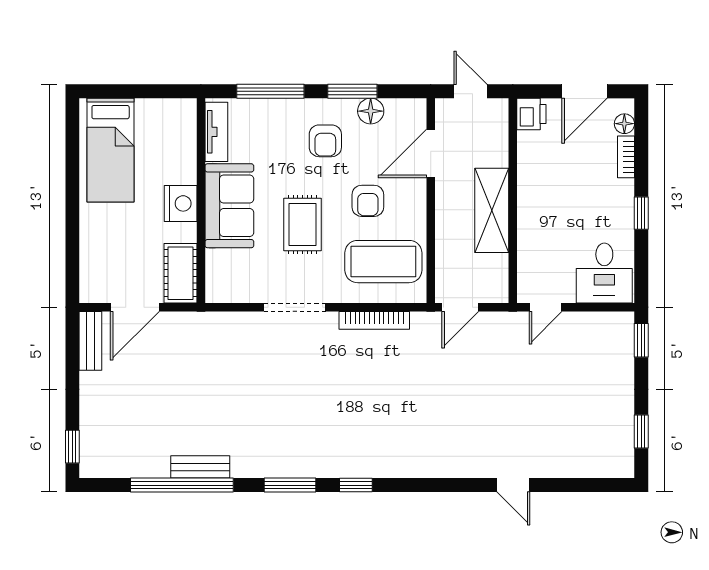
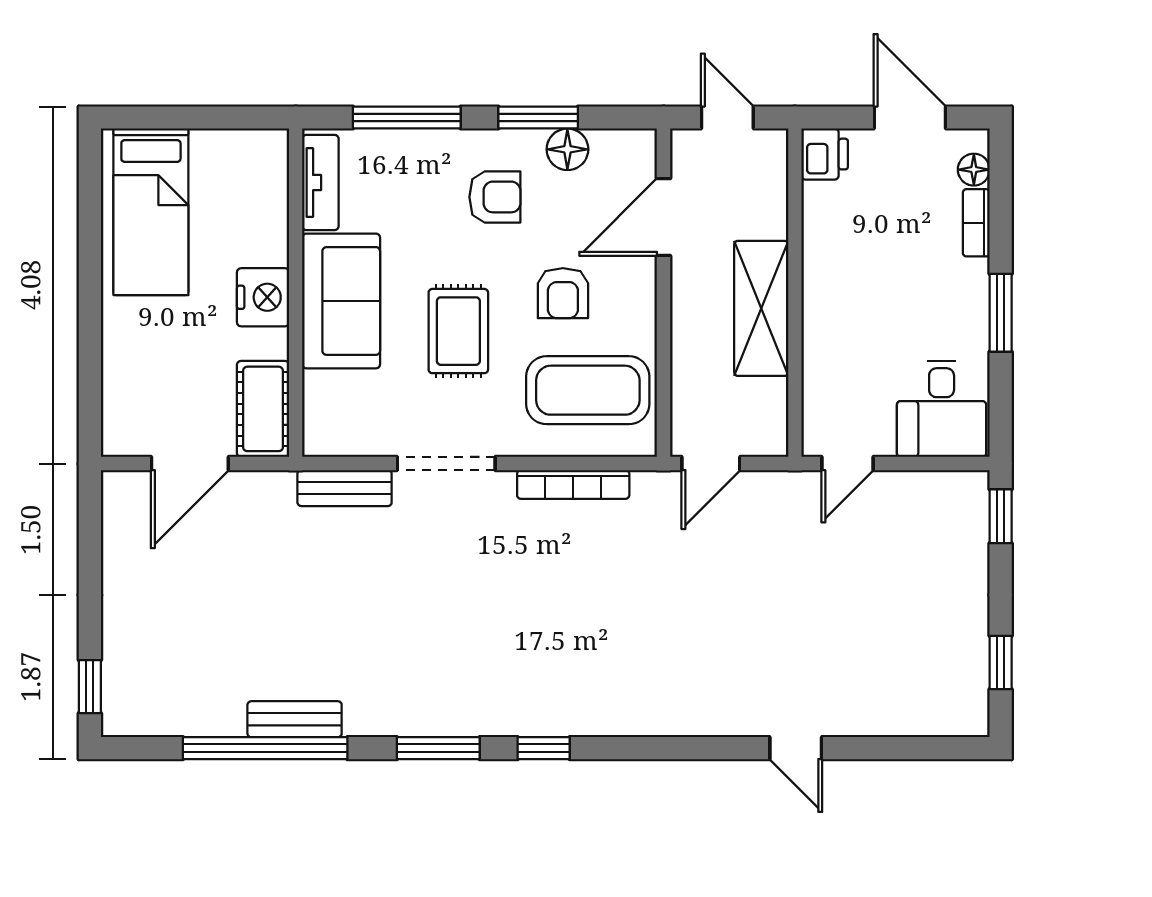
door: (585, 91) -> (910, 118), swing flipped
armchair: (325, 141) -> (495, 197), turned -90
window: (641, 213) -> (1001, 313), width x1.50
bench: (90, 341) -> (345, 488), moved, turned 90

